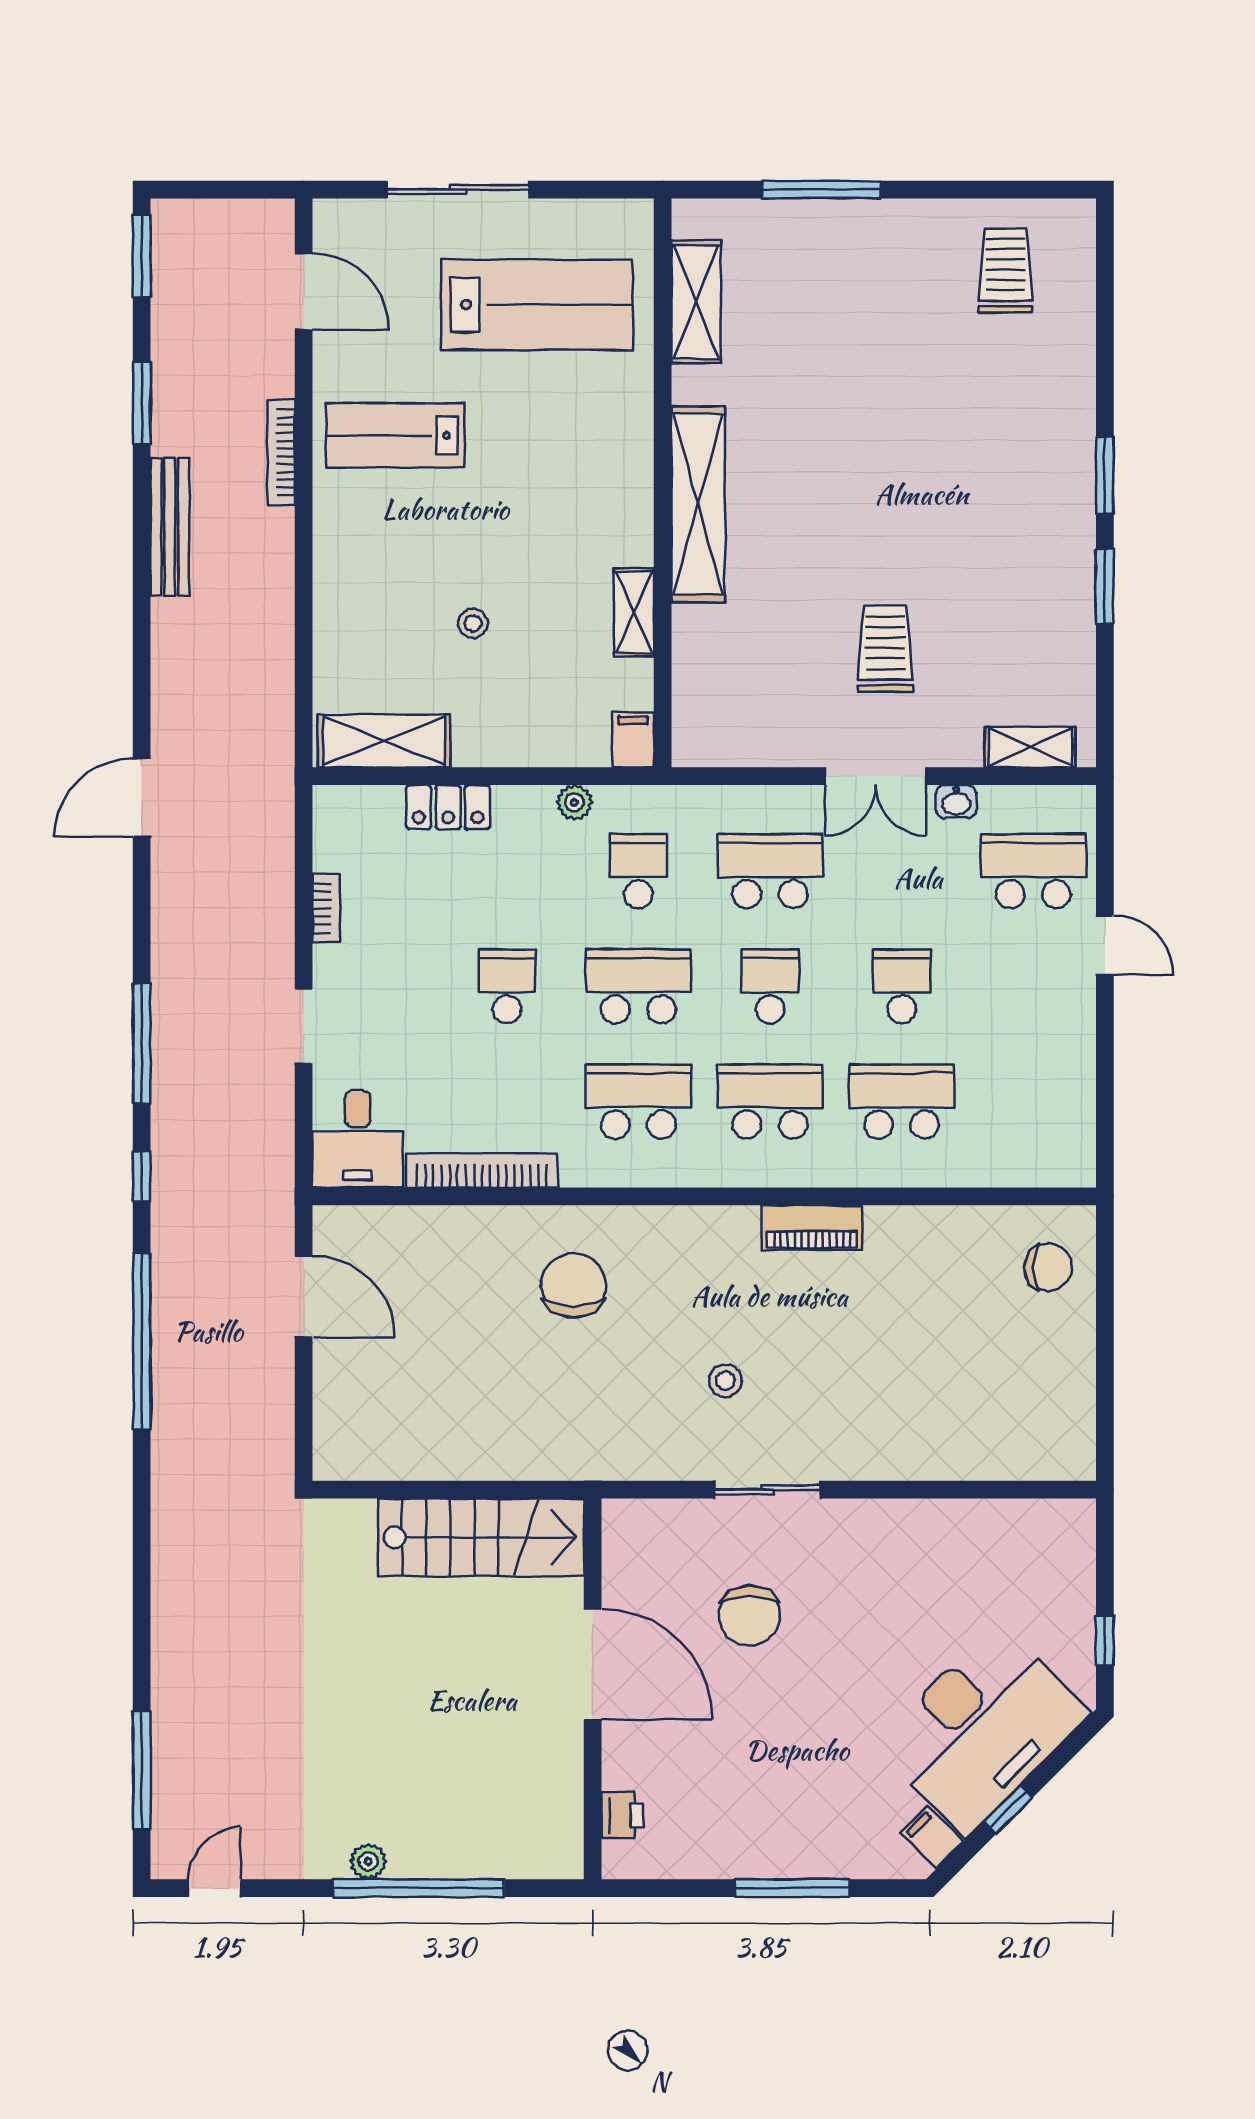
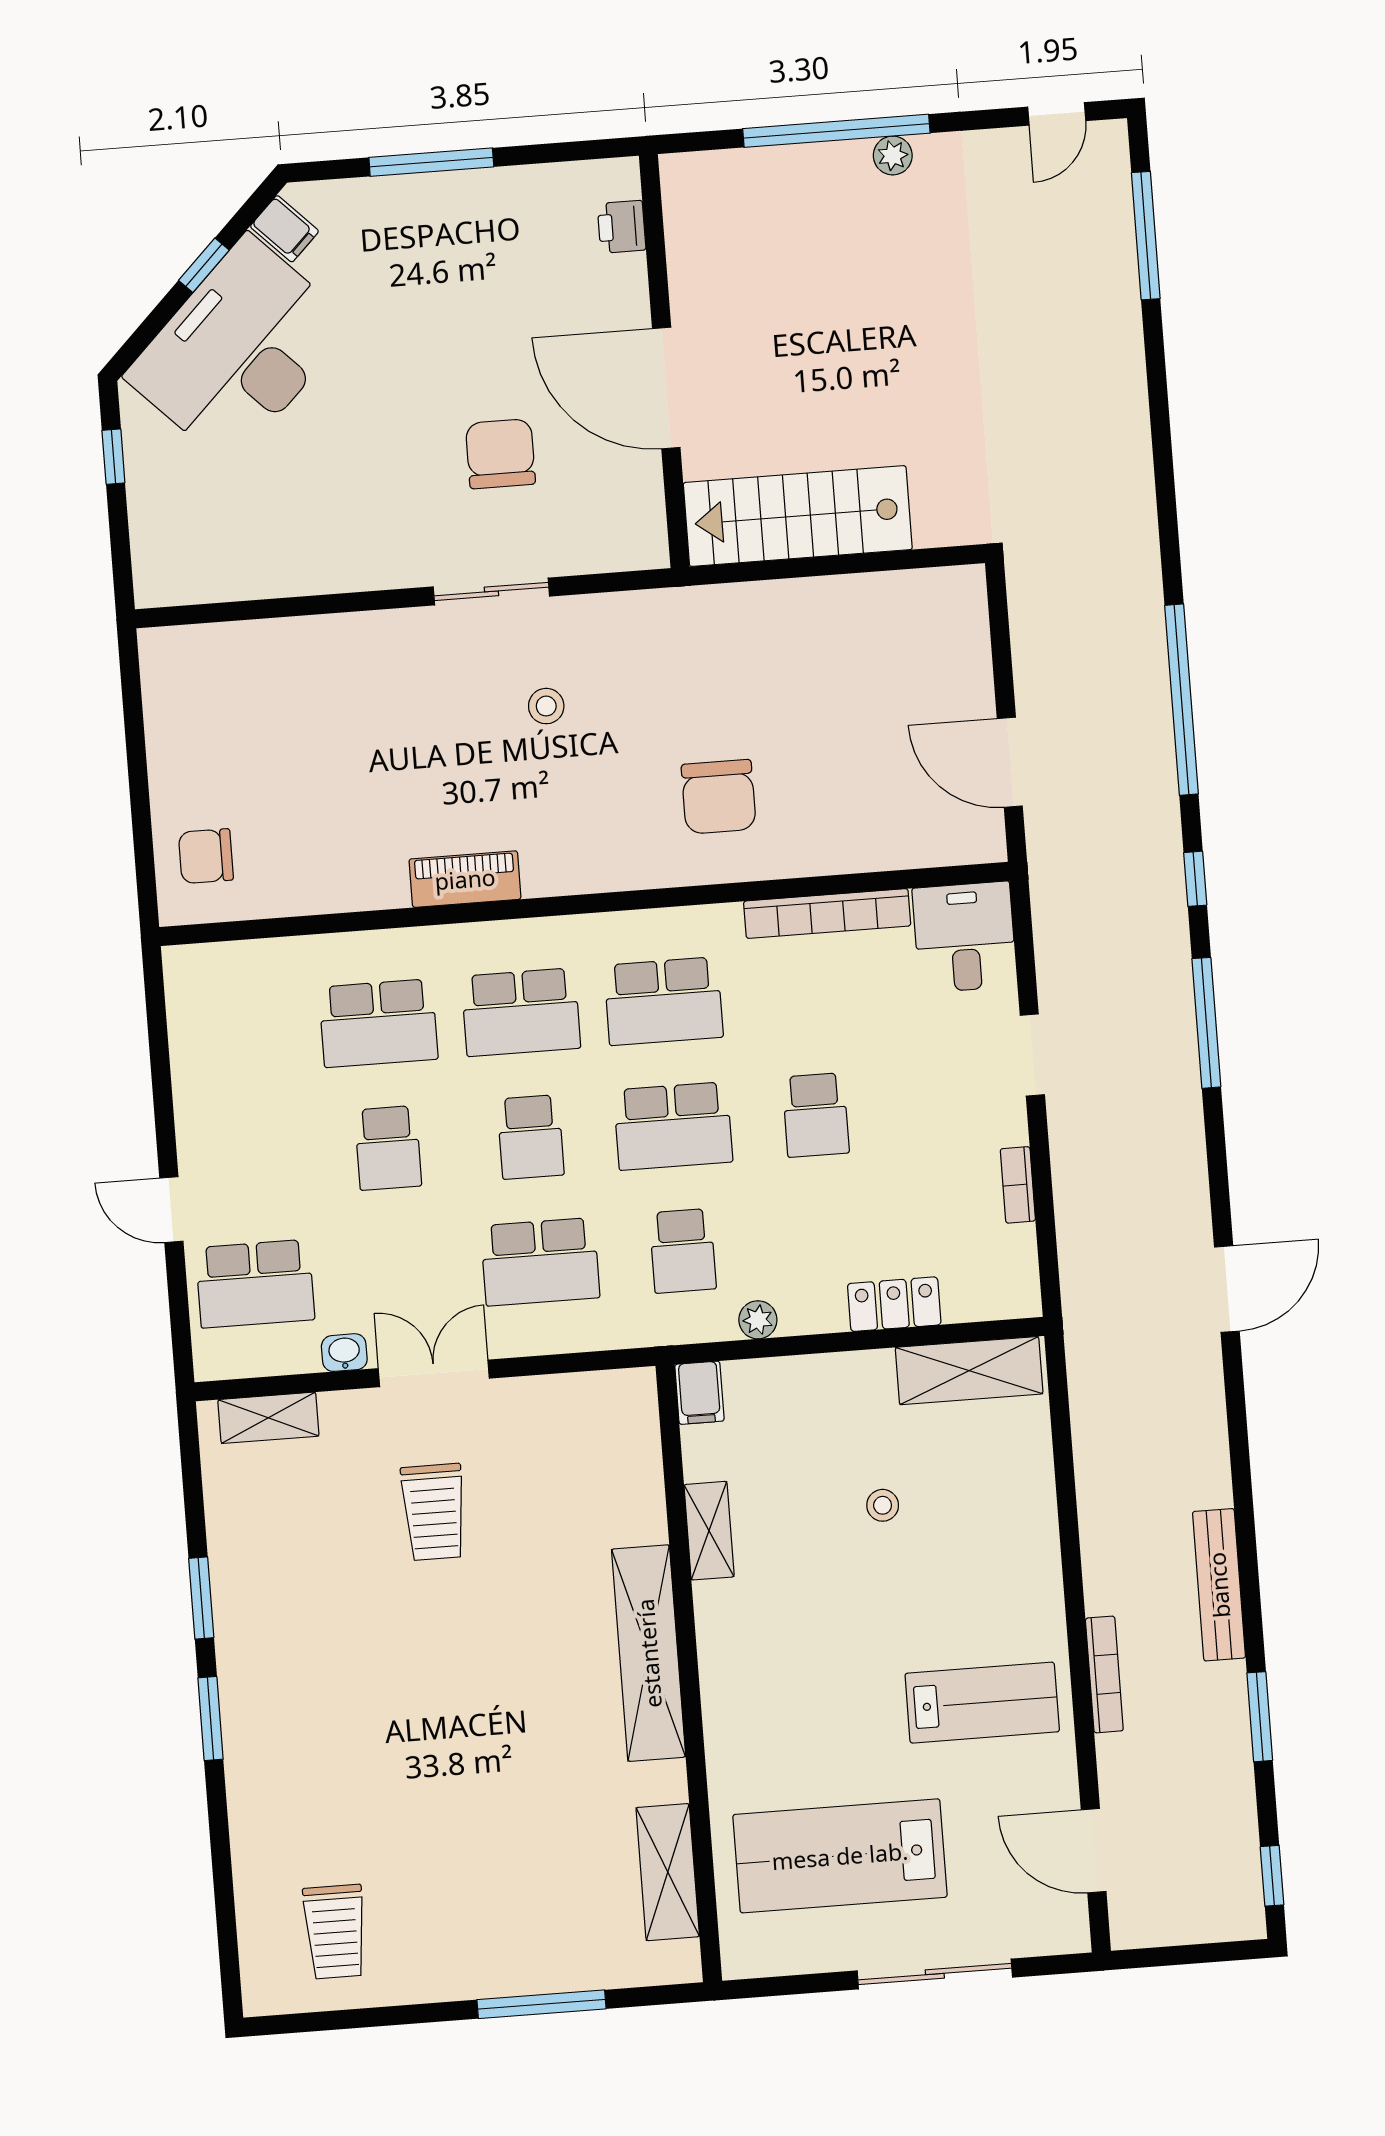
window: (142, 256) -> (1272, 1876), width x0.67

